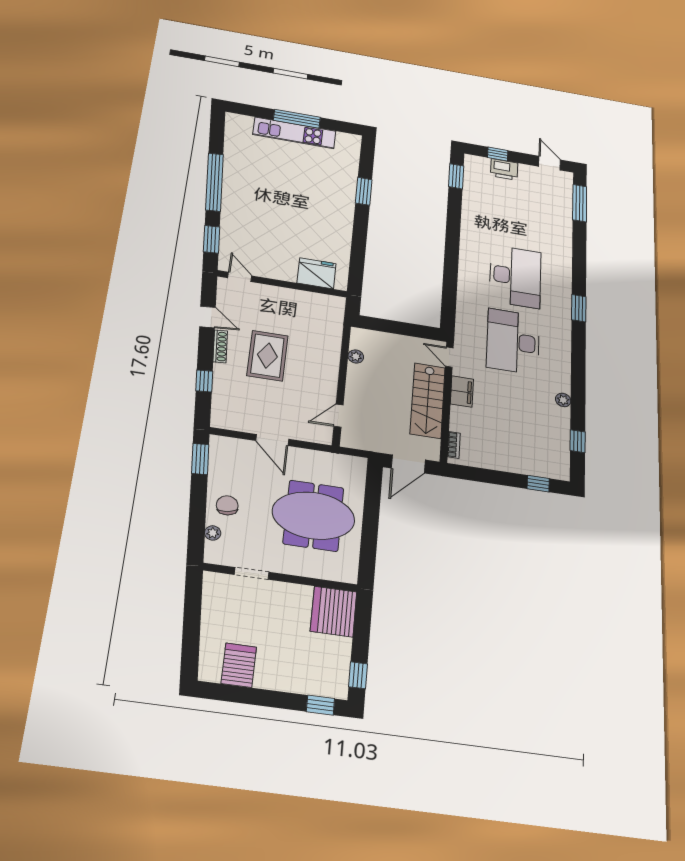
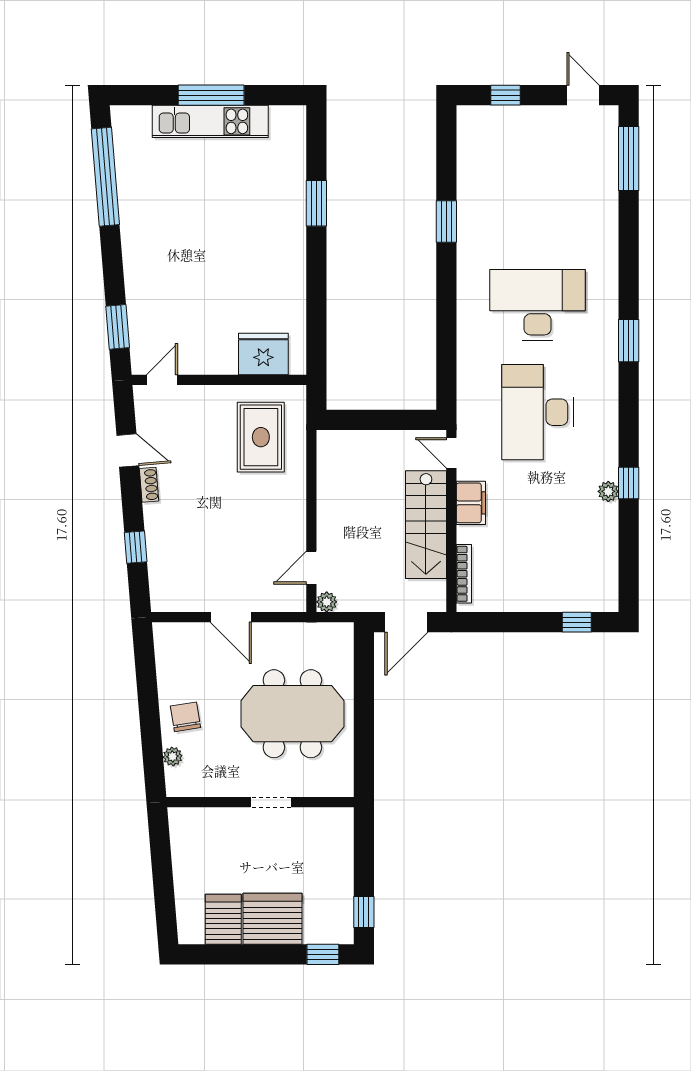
printer: (504, 169) -> (516, 121), removed
window: (456, 176) -> (446, 221), moved
window: (214, 182) -> (105, 177), moved
desk: (515, 276) -> (538, 305), turned -90
door: (240, 277) -> (162, 380), hinge flipped
shoe rack: (220, 346) -> (149, 485), width x0.70
rug: (267, 356) -> (261, 437), moved
plant: (356, 357) -> (327, 602), moved
window: (578, 441) -> (629, 483), moved
bookcase: (454, 445) -> (464, 574), width x1.56
window: (200, 459) -> (145, 659), removed
doorway: (252, 573) -> (271, 802), moved
server rack: (334, 612) -> (273, 919), moved, turned 90

